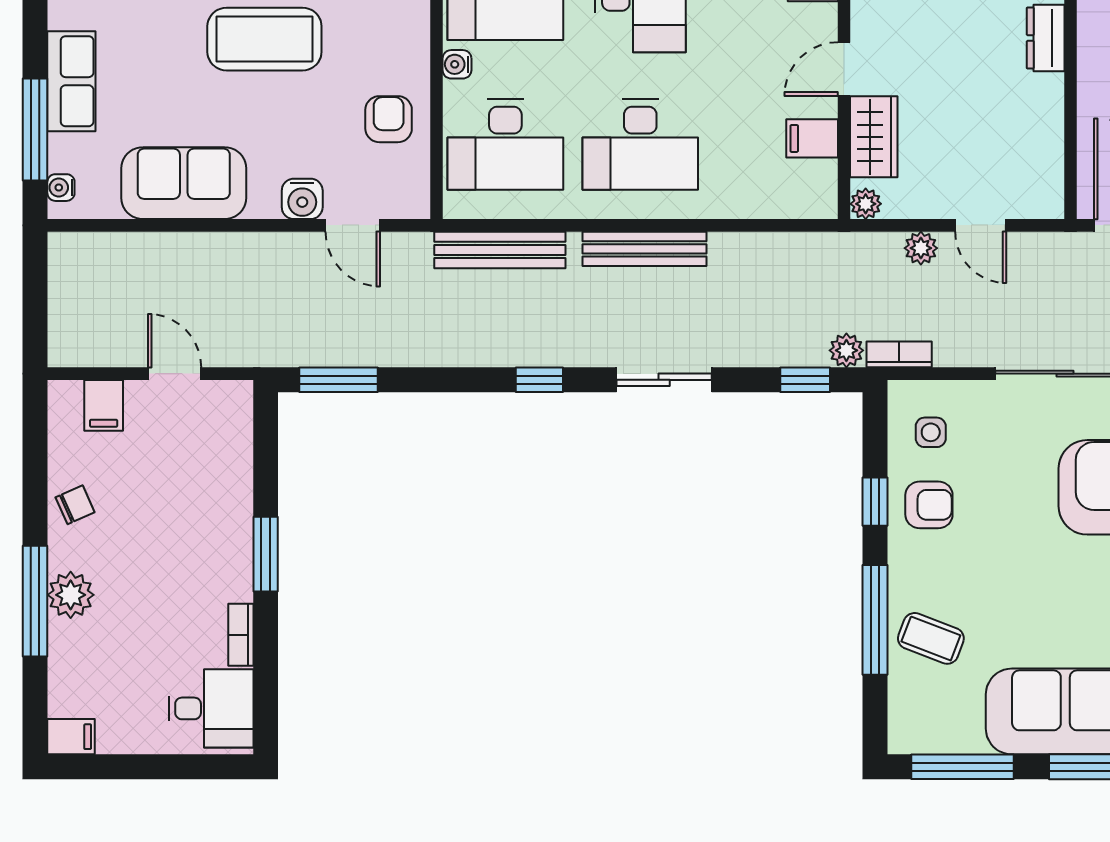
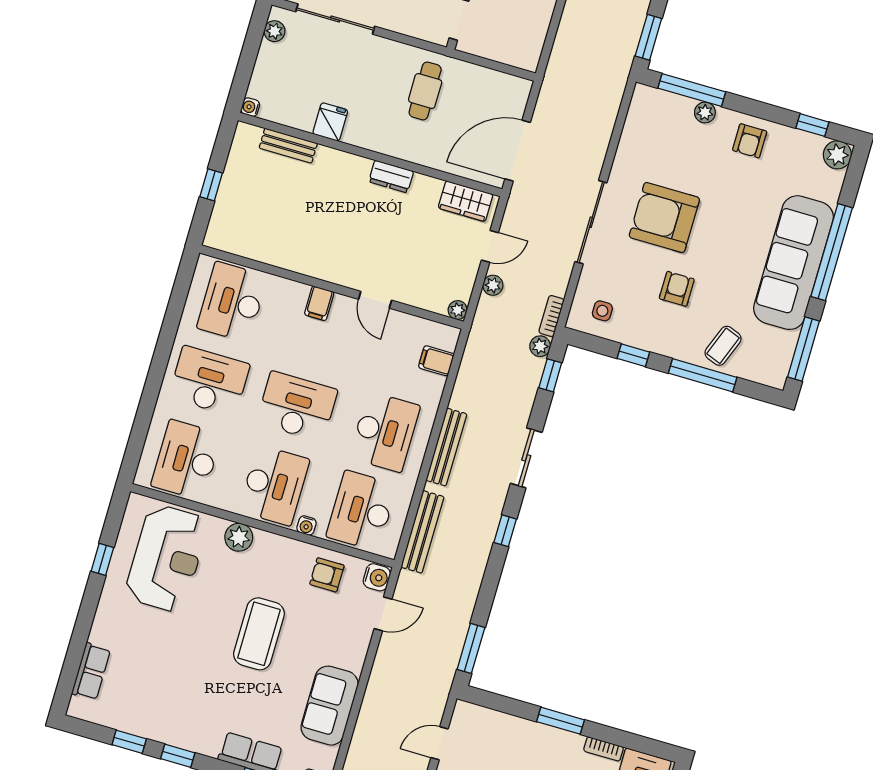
wardrobe: (874, 137) -> (466, 201), moved, turned 180
filing cabinet: (812, 138) -> (436, 361), moved, turned 90
desk: (505, 145) -> (362, 511), turned 180
water cooler: (302, 199) -> (377, 577), moved
armchair: (929, 505) -> (677, 289), moved

